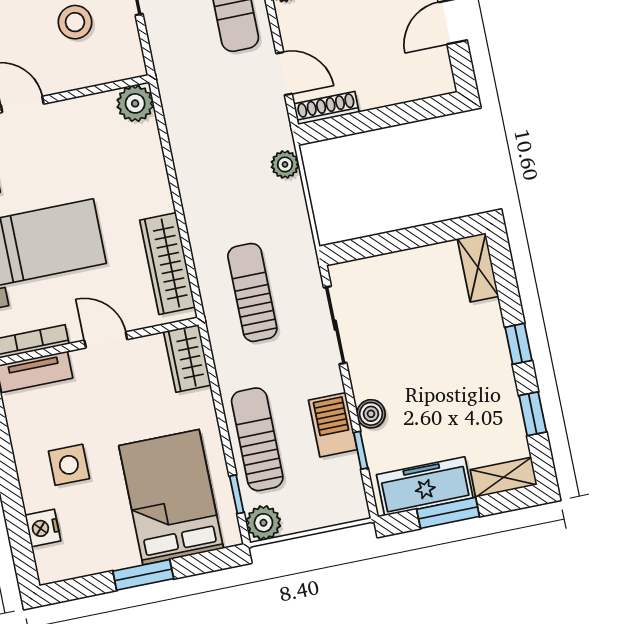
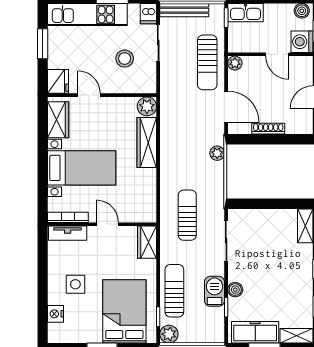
door: (284, 74) -> (226, 107), width x1.37
shoe rack: (326, 108) -> (268, 129), moved
wardrobe: (167, 264) -> (147, 142), moved

